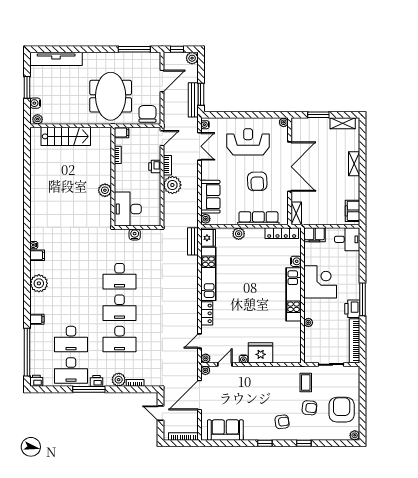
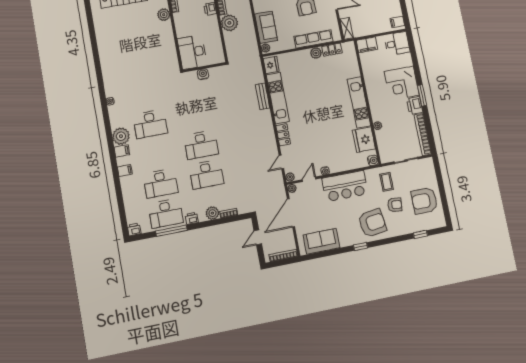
plant: (105, 190) -> (164, 15), moved
filing cabinet: (352, 211) -> (397, 22), width x0.50
locker: (282, 233) -> (332, 50), width x0.66
plant: (239, 234) -> (316, 53), moved
bench: (193, 241) -> (263, 96), moved
filing cabinet: (37, 255) -> (122, 151), moved
water cooler: (296, 261) -> (373, 160), moved
desk: (120, 276) -> (150, 124), moved
corner desk: (320, 282) -> (402, 83), moved, turned 180
window: (363, 299) -> (422, 95), width x0.69
window: (27, 352) -> (121, 204), removed
fridge: (261, 353) -> (364, 140), moved, turned -90
bar counter: (261, 379) -> (345, 186), added
window: (89, 389) -> (171, 231), moved
armchair: (342, 410) -> (424, 201), turned -90
door: (160, 413) -> (258, 237), hinge flipped
armchair: (282, 422) -> (372, 223), width x1.88, depth x1.88
plant: (355, 435) -> (441, 222), removed
window: (304, 443) -> (420, 234), moved

